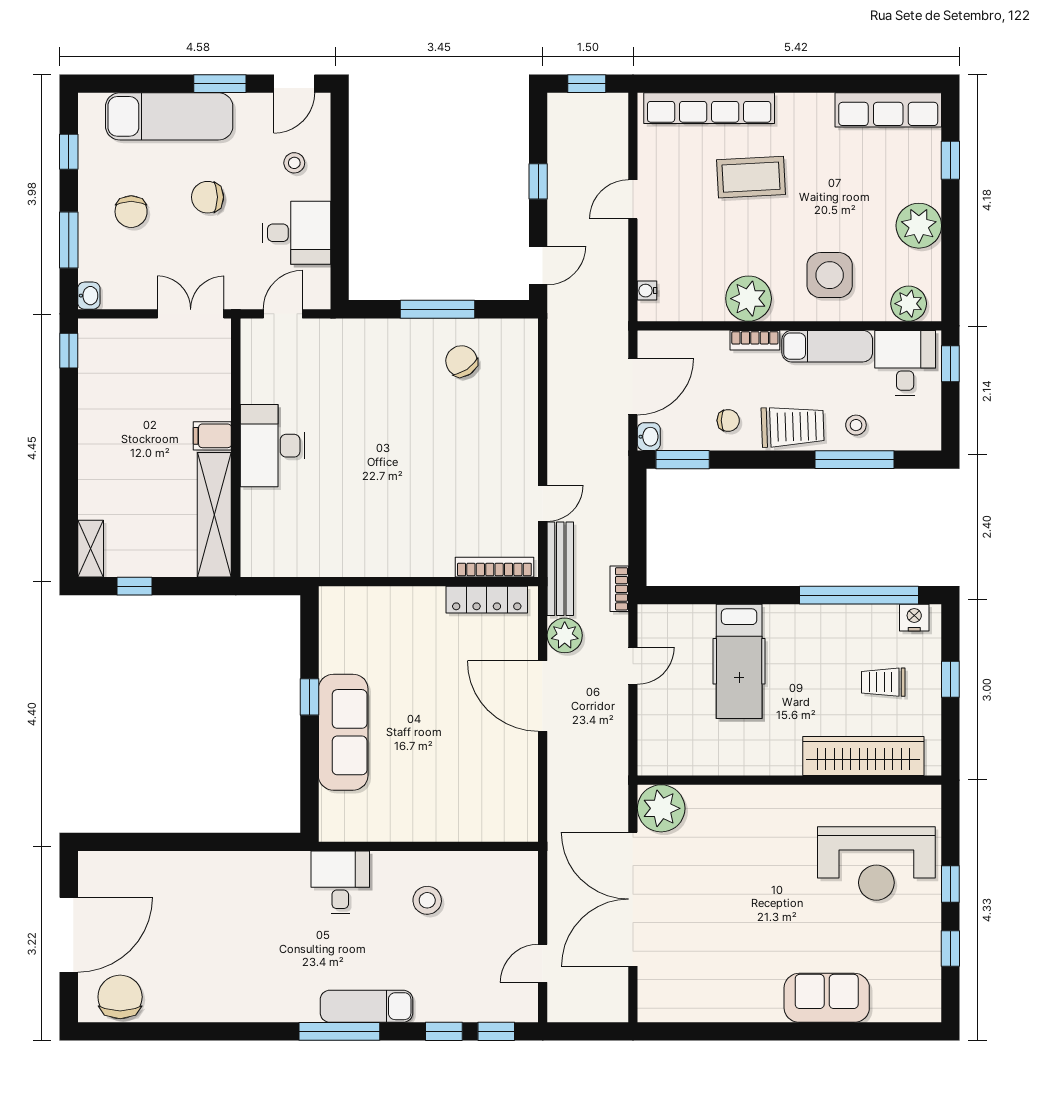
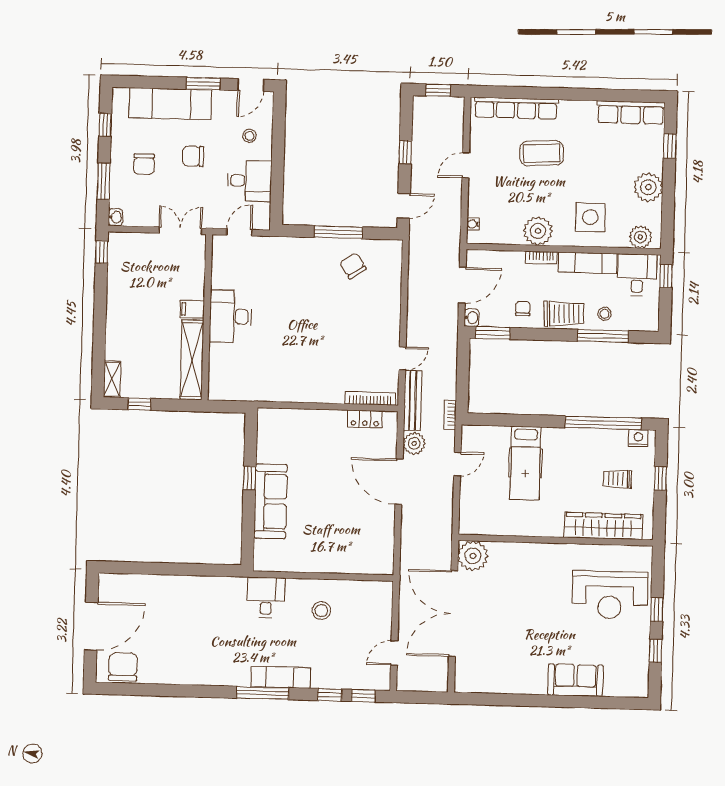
chair: (728, 420) -> (523, 309), turned -90
locker: (487, 600) -> (365, 419), width x0.66

